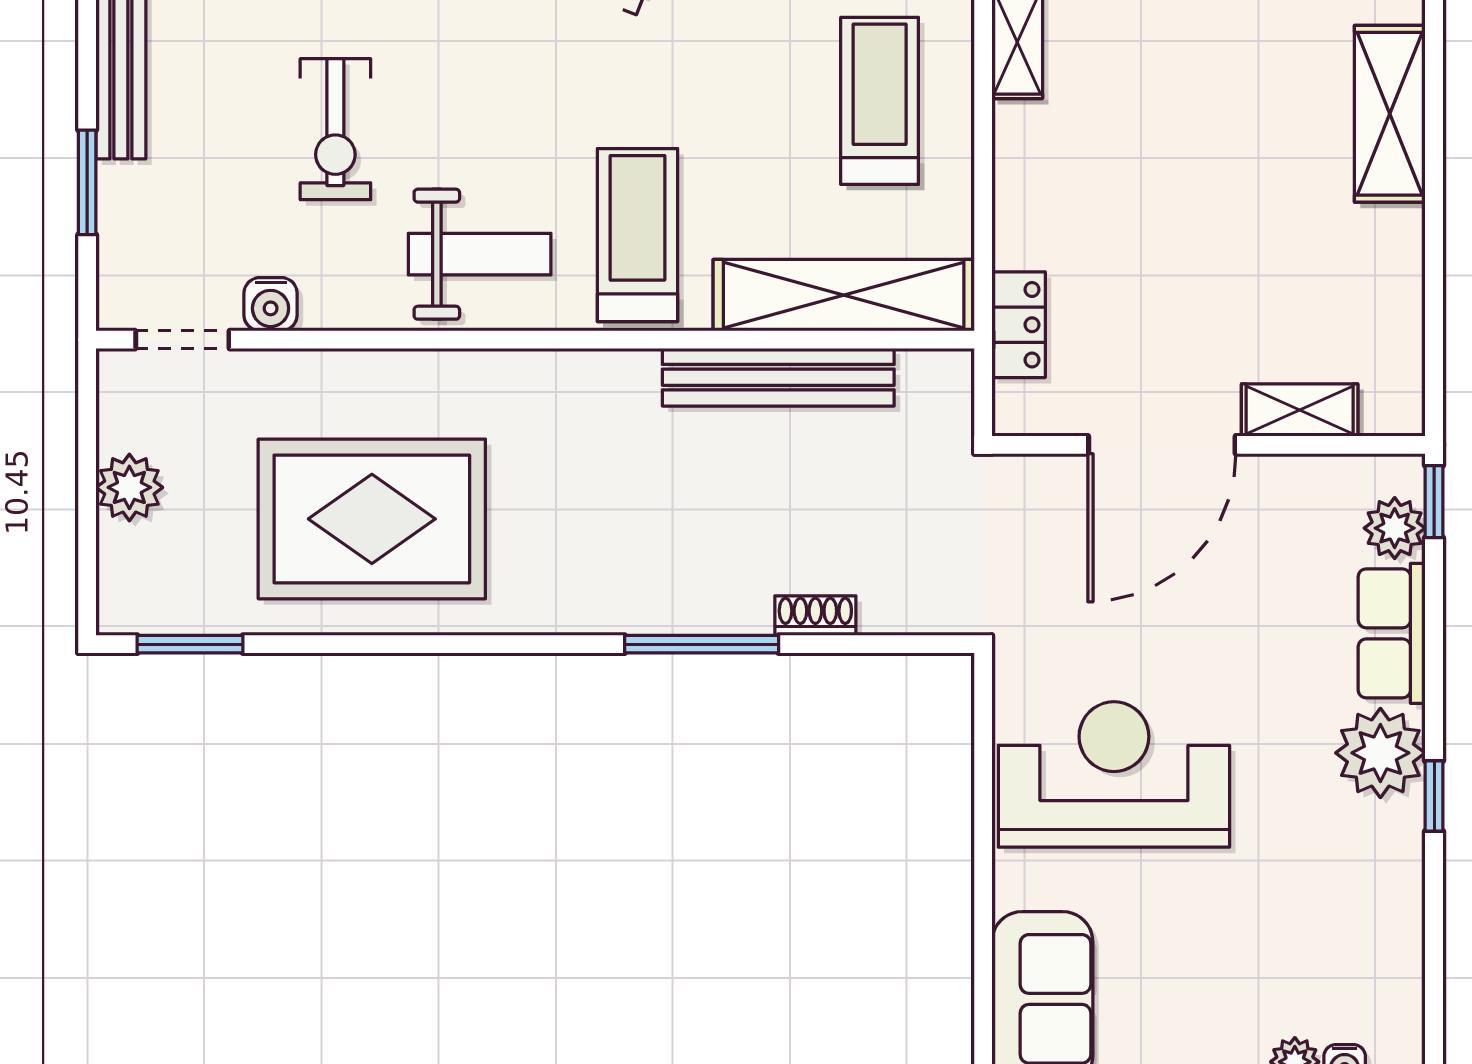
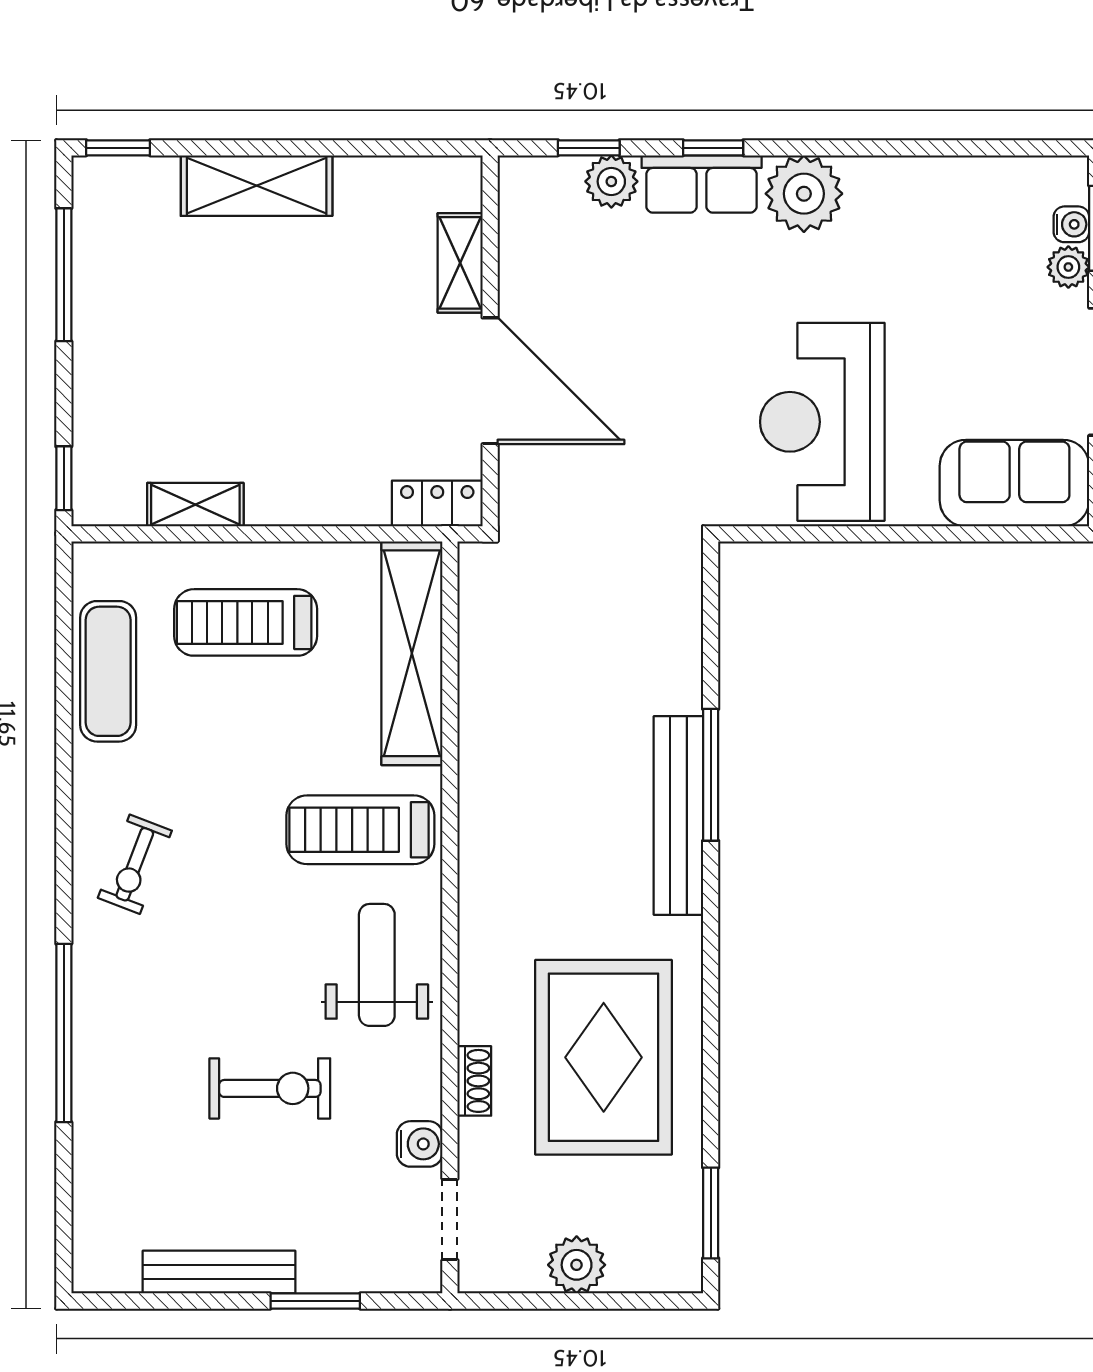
bench: (778, 377) -> (678, 816), moved
shelving: (1300, 410) -> (460, 263), moved
door: (1162, 445) -> (490, 381), moved
wall: (1209, 445) -> (490, 341), moved
shoe rack: (815, 616) -> (474, 1081), moved, turned 180
window: (1434, 796) -> (713, 148), moved

